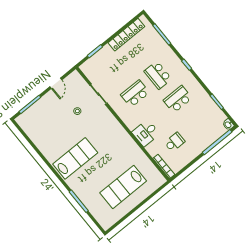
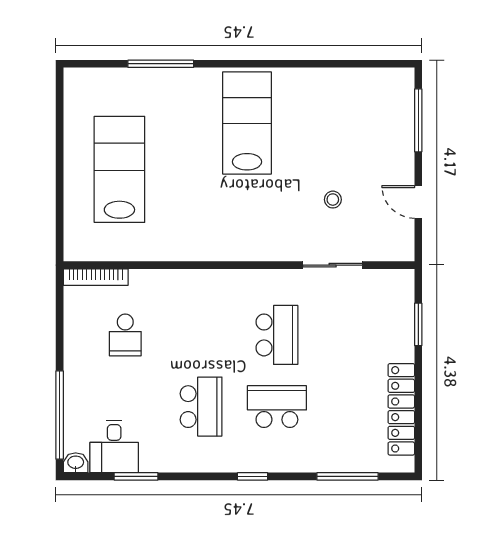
desk: (146, 133) -> (114, 447), moved, turned 180
lab bench: (75, 158) -> (247, 123), turned 180

